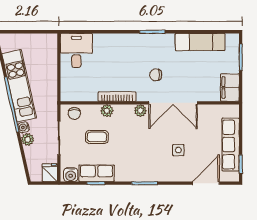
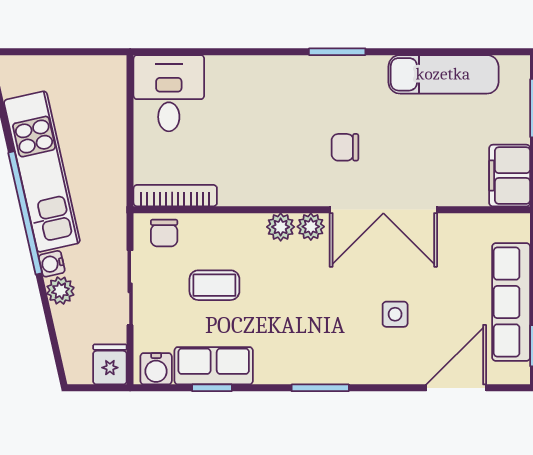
bookcase: (117, 97) -> (175, 196), moved
plant: (107, 111) -> (281, 227), moved

